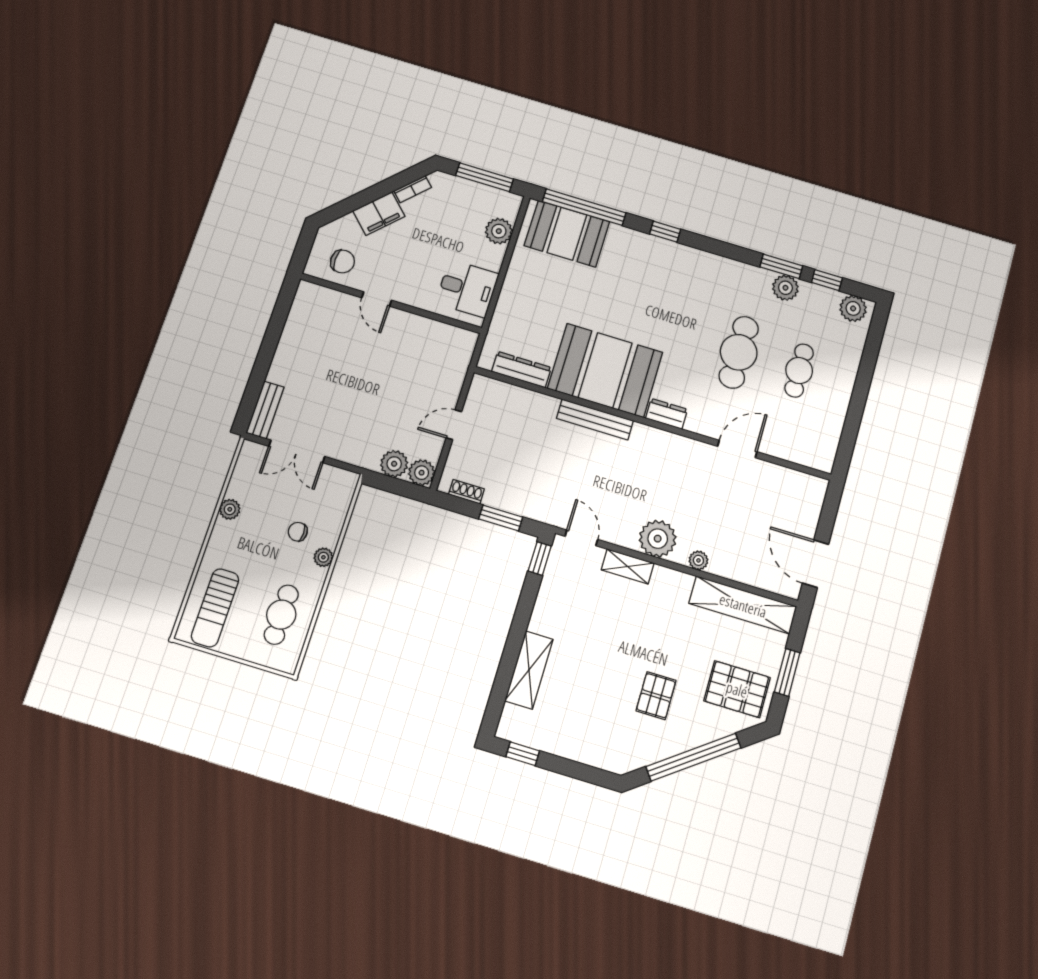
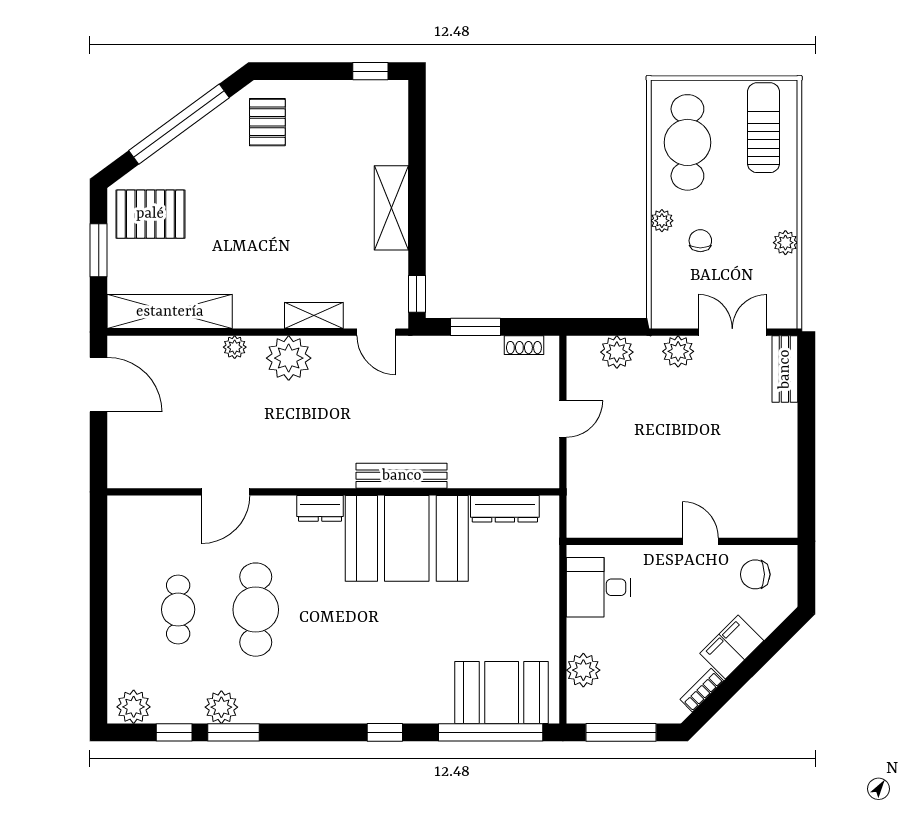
plant: (422, 473) -> (678, 351), moved
chair: (298, 532) -> (700, 241), turned -90
cafe table: (281, 615) -> (687, 142), width x1.37, depth x1.35
shelving: (529, 670) -> (391, 208), moved
pallet: (656, 696) -> (267, 122), moved

